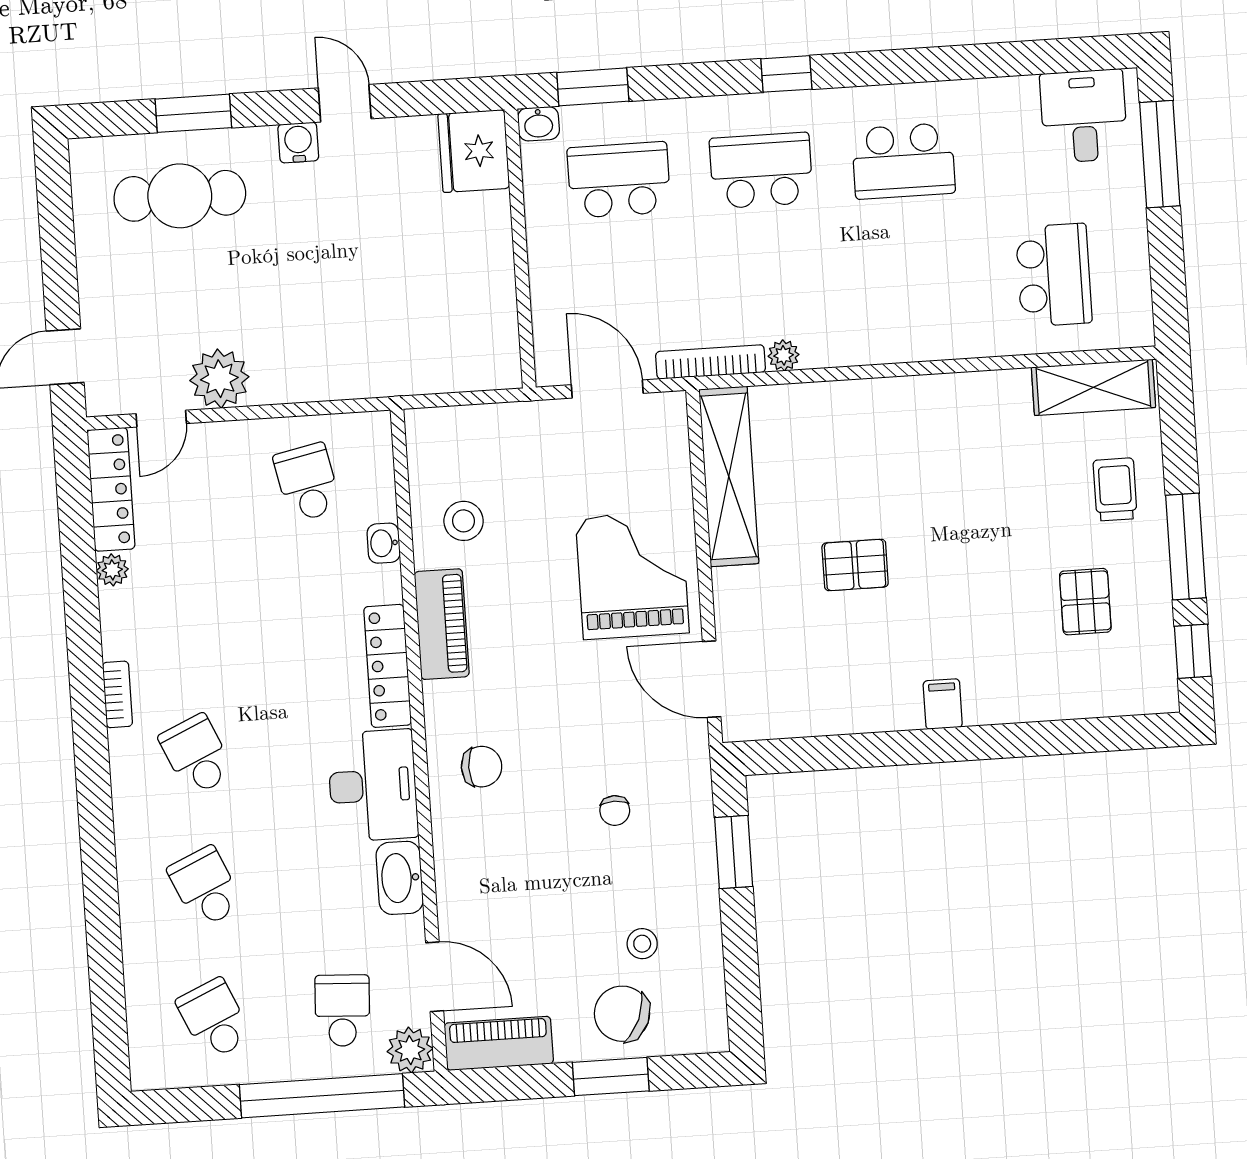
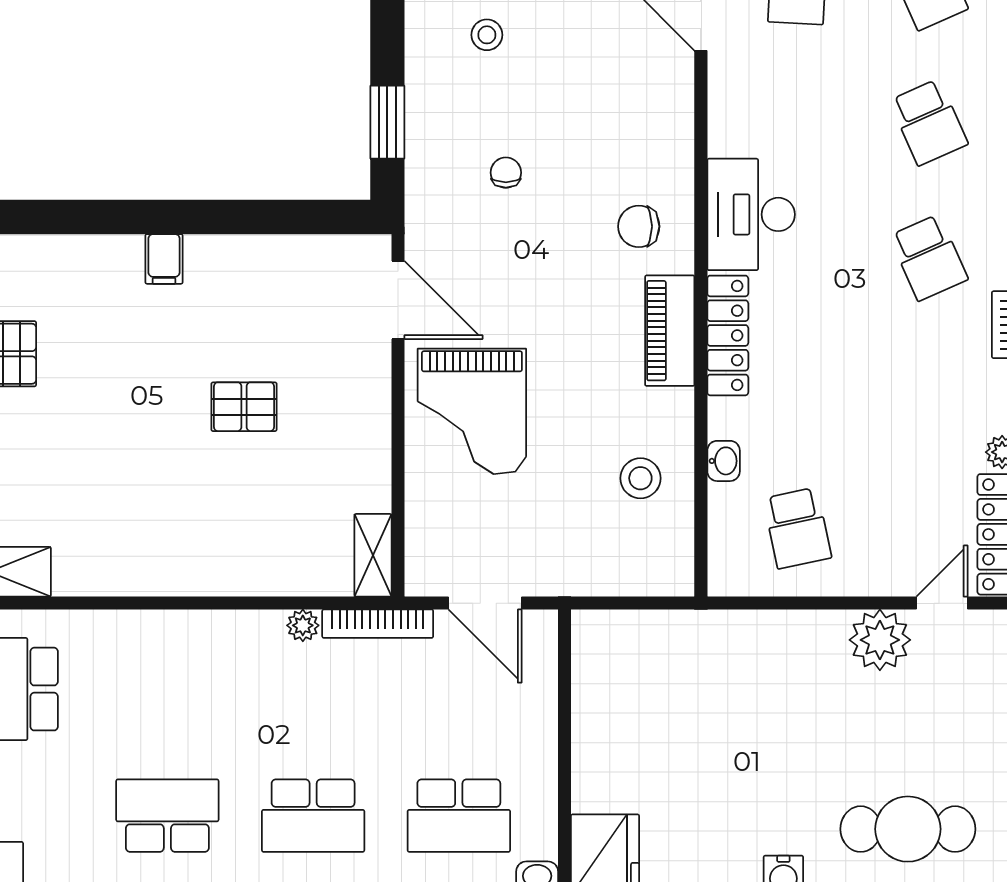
shelving: (729, 476) -> (373, 555), width x0.45, depth x0.75
piano: (442, 624) -> (670, 331), moved
washbasin: (400, 878) -> (730, 118), removed

